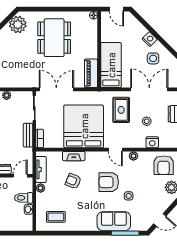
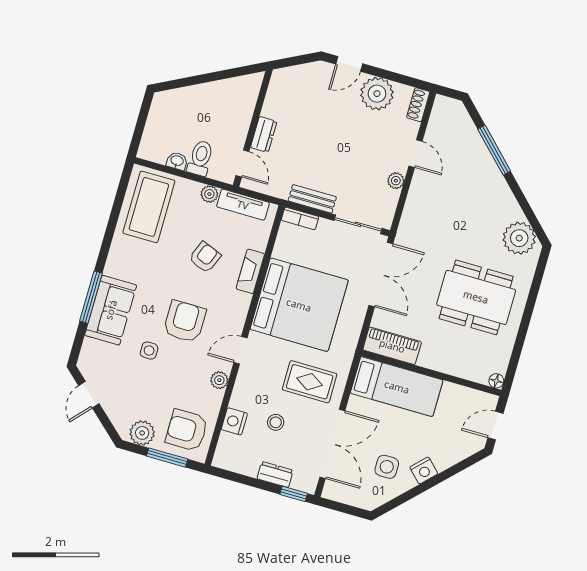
coffee table: (56, 217) -> (149, 207), width x1.86, depth x1.72
window: (125, 233) -> (91, 297), moved

